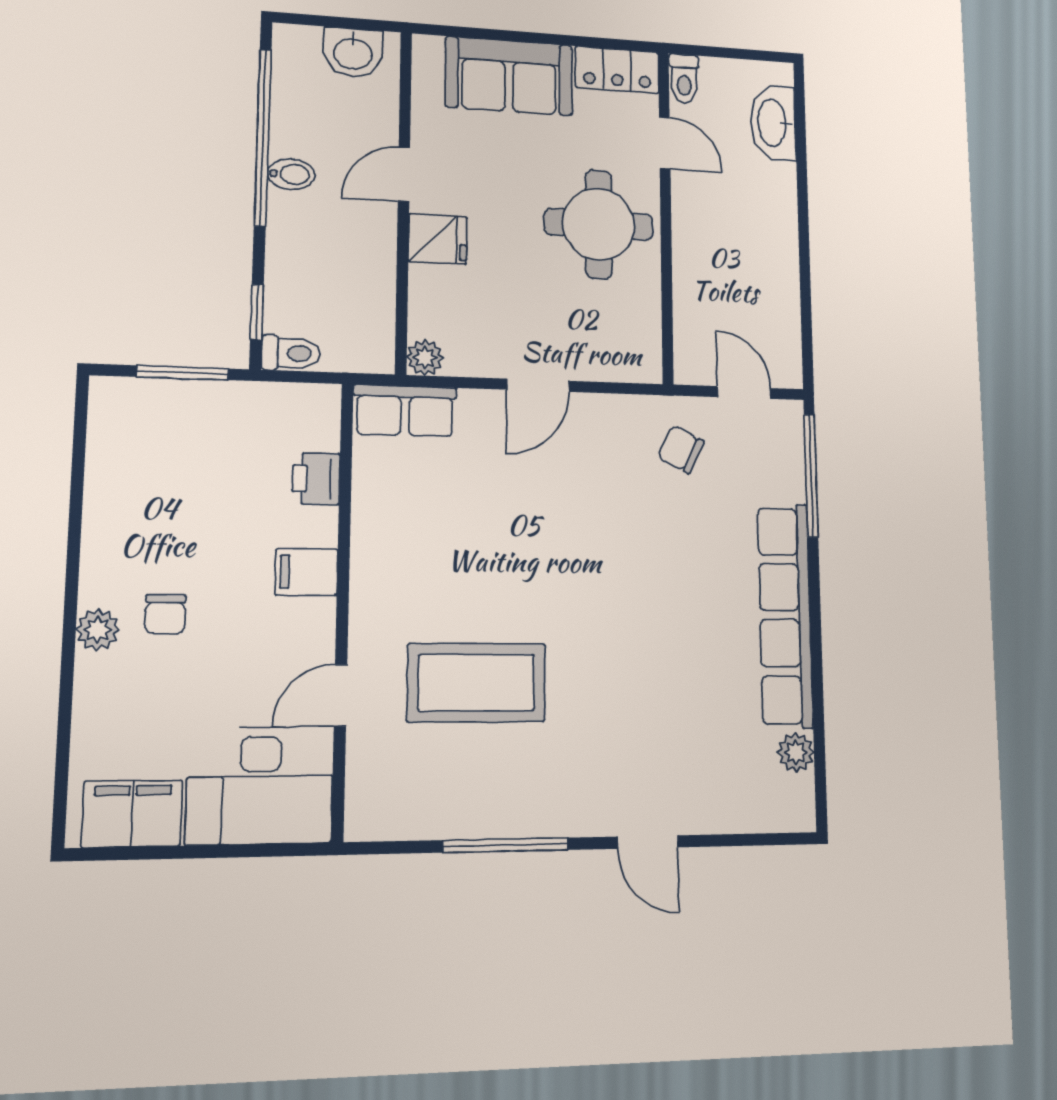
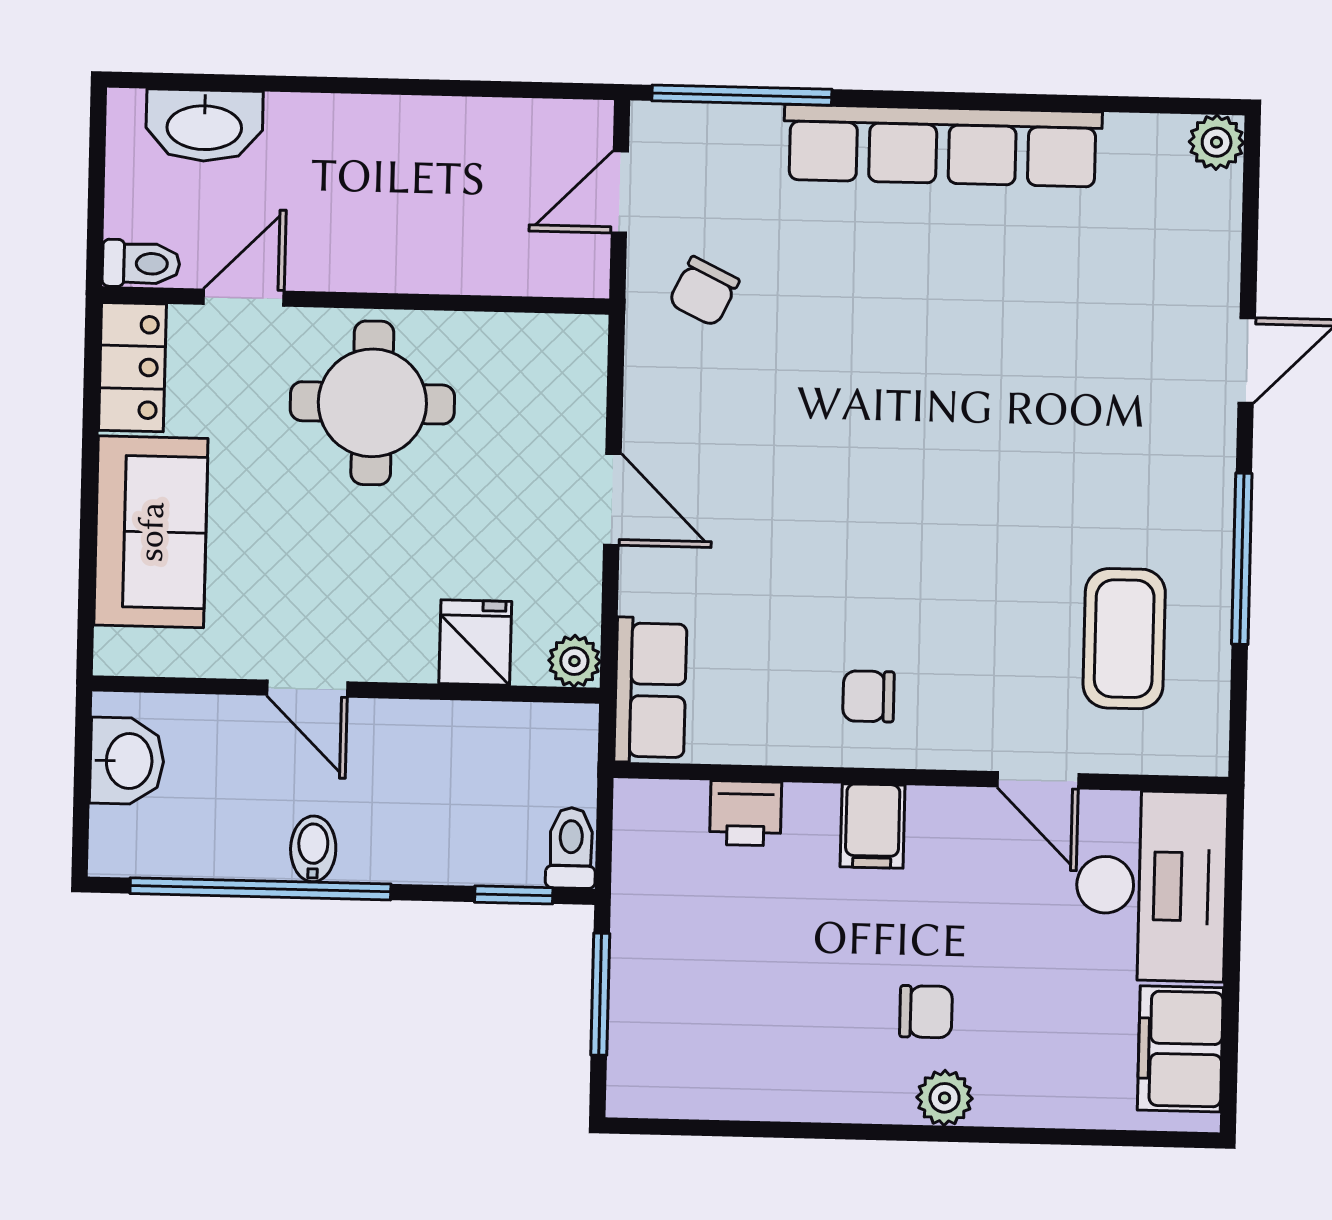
fridge: (438, 239) -> (475, 643), moved
chair: (402, 568) -> (868, 696), added
coffee table: (477, 683) -> (1124, 639), moved, width x0.73, depth x0.76
plant: (796, 752) -> (1217, 142), moved

